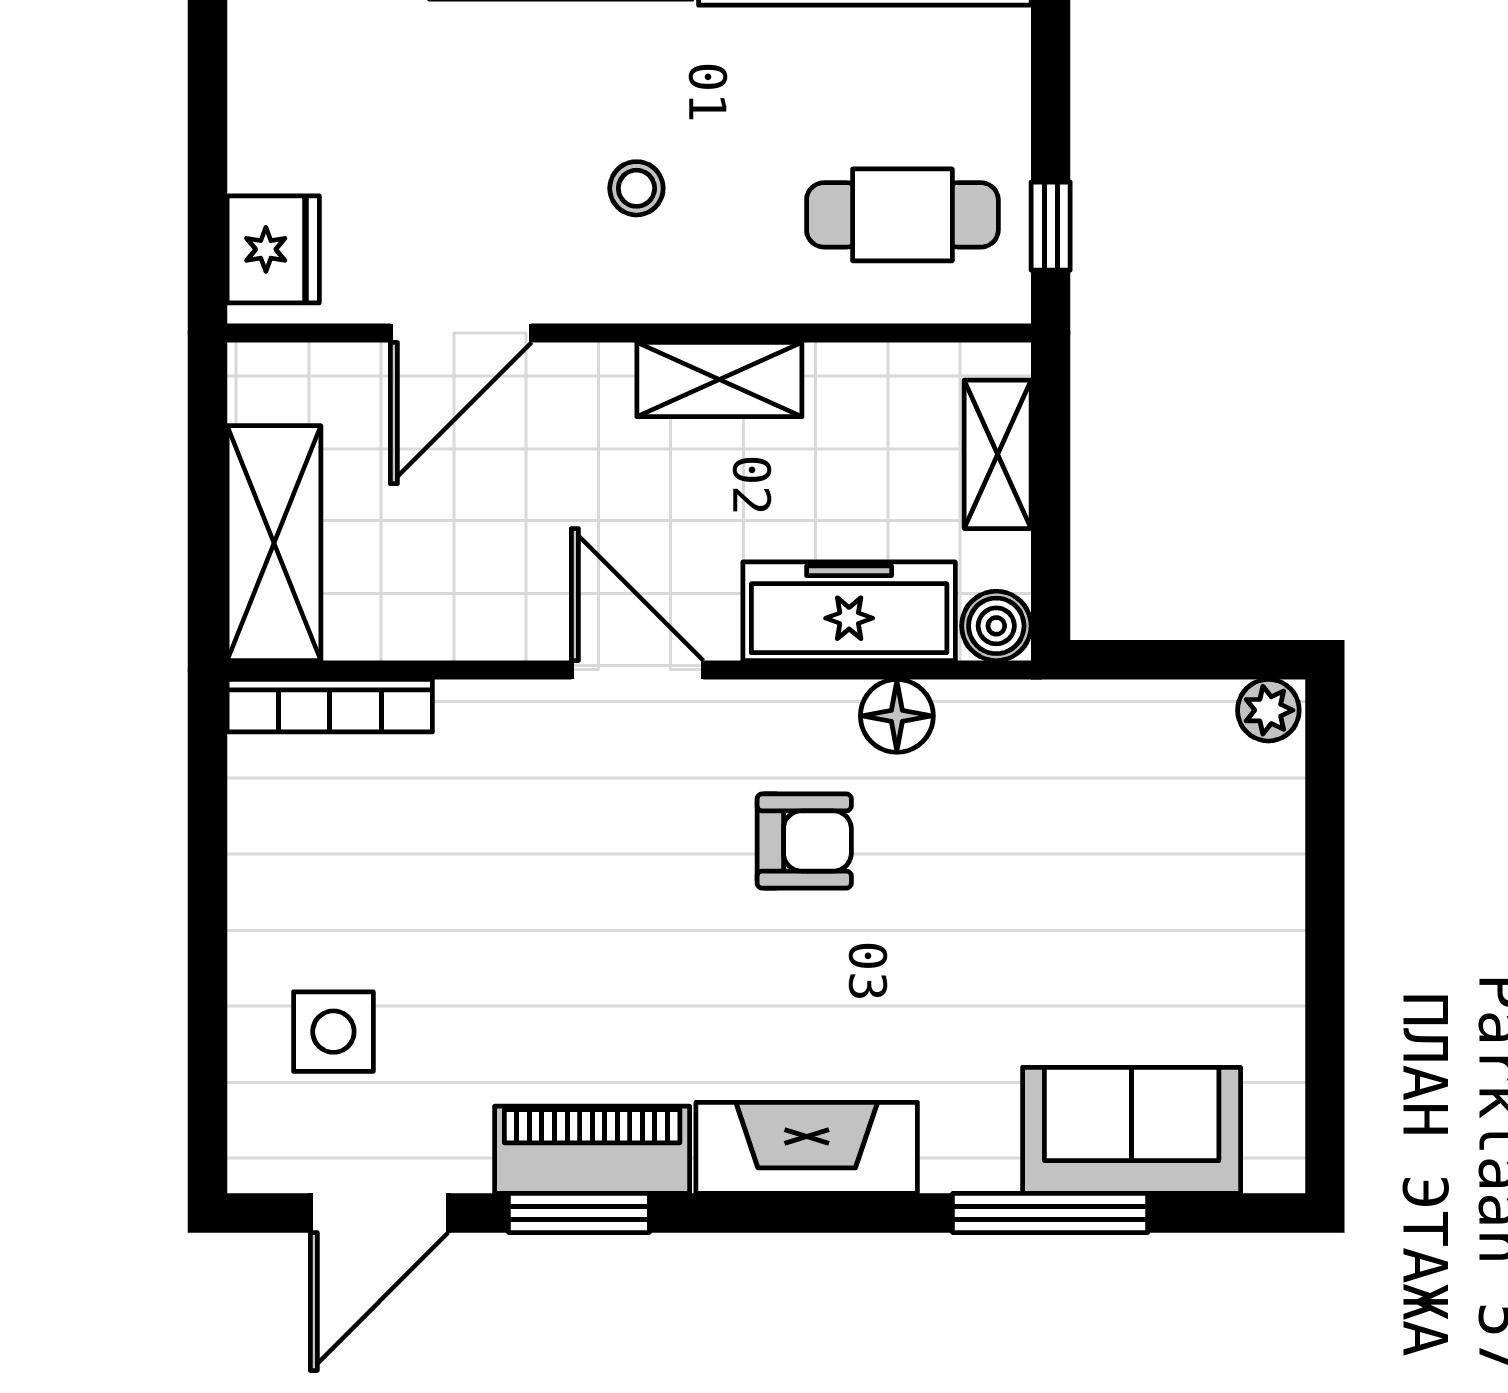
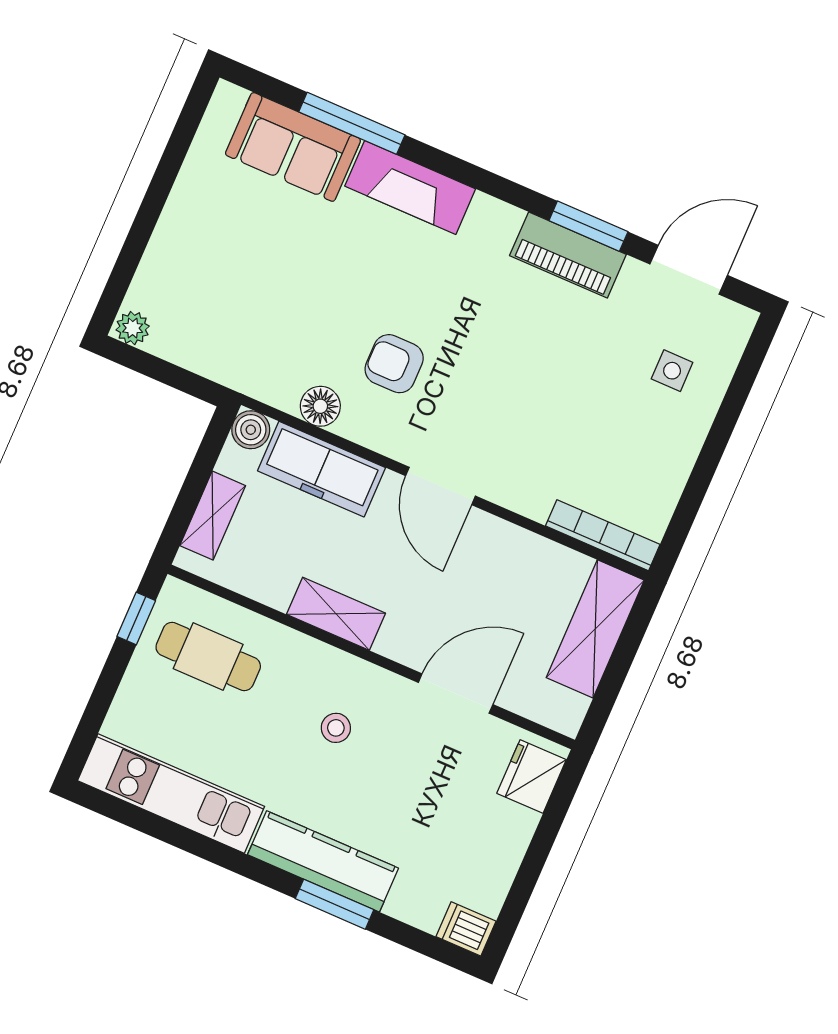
side table: (333, 1032) -> (672, 371), width x0.73, depth x0.73
fireplace: (807, 1148) -> (410, 188), moved

